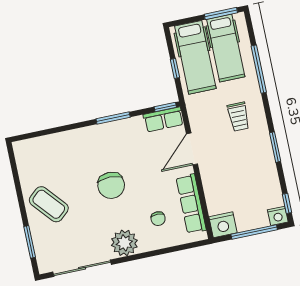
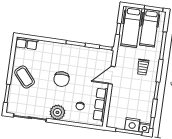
row of seats: (163, 119) -> (27, 43), moved
nightstand: (223, 225) -> (132, 124), moved

